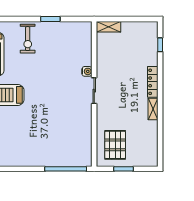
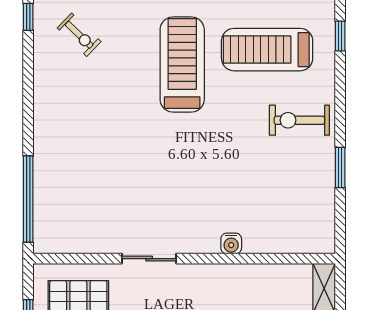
sliding door: (94, 91) -> (149, 259), moved

